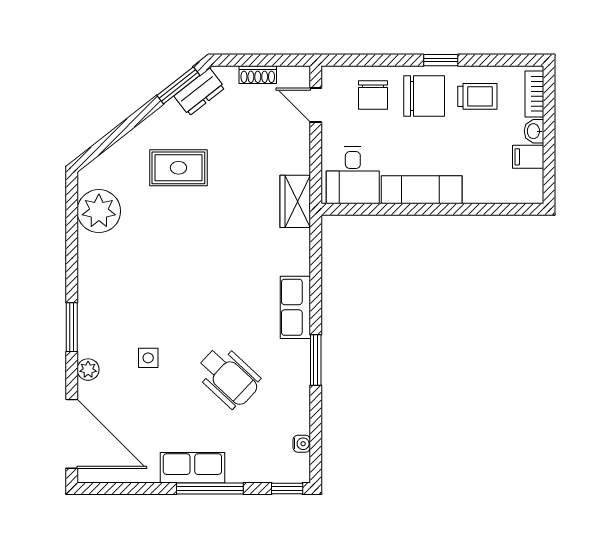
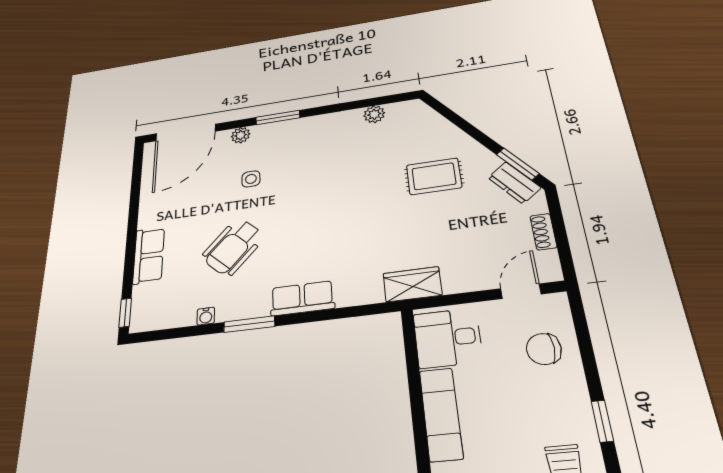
chair: (424, 96) -> (554, 406), removed
rug: (178, 168) -> (434, 176), turned 90
plant: (99, 211) -> (374, 114), width x0.53, depth x0.53
water cooler: (302, 444) -> (206, 316), moved
row of seats: (192, 468) -> (149, 255), moved
window: (210, 489) -> (131, 246), removed

